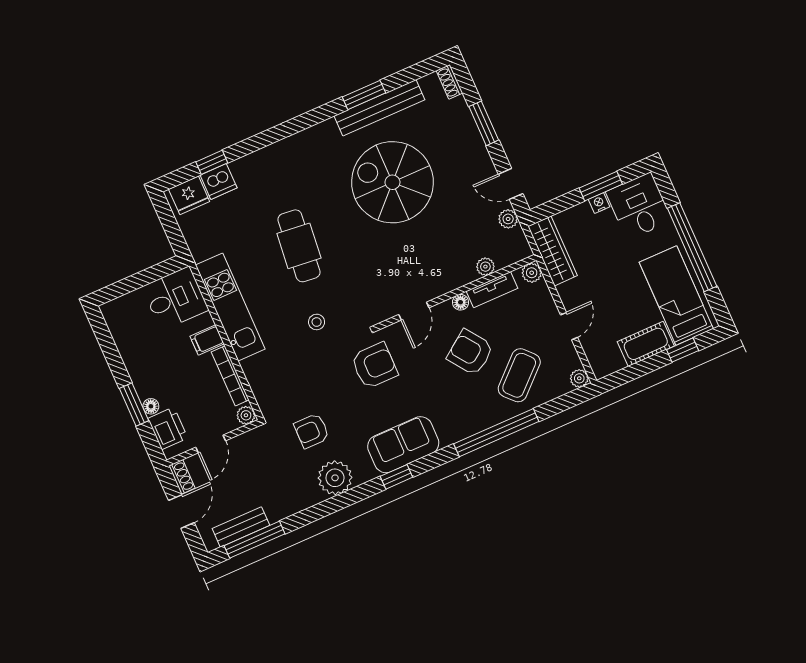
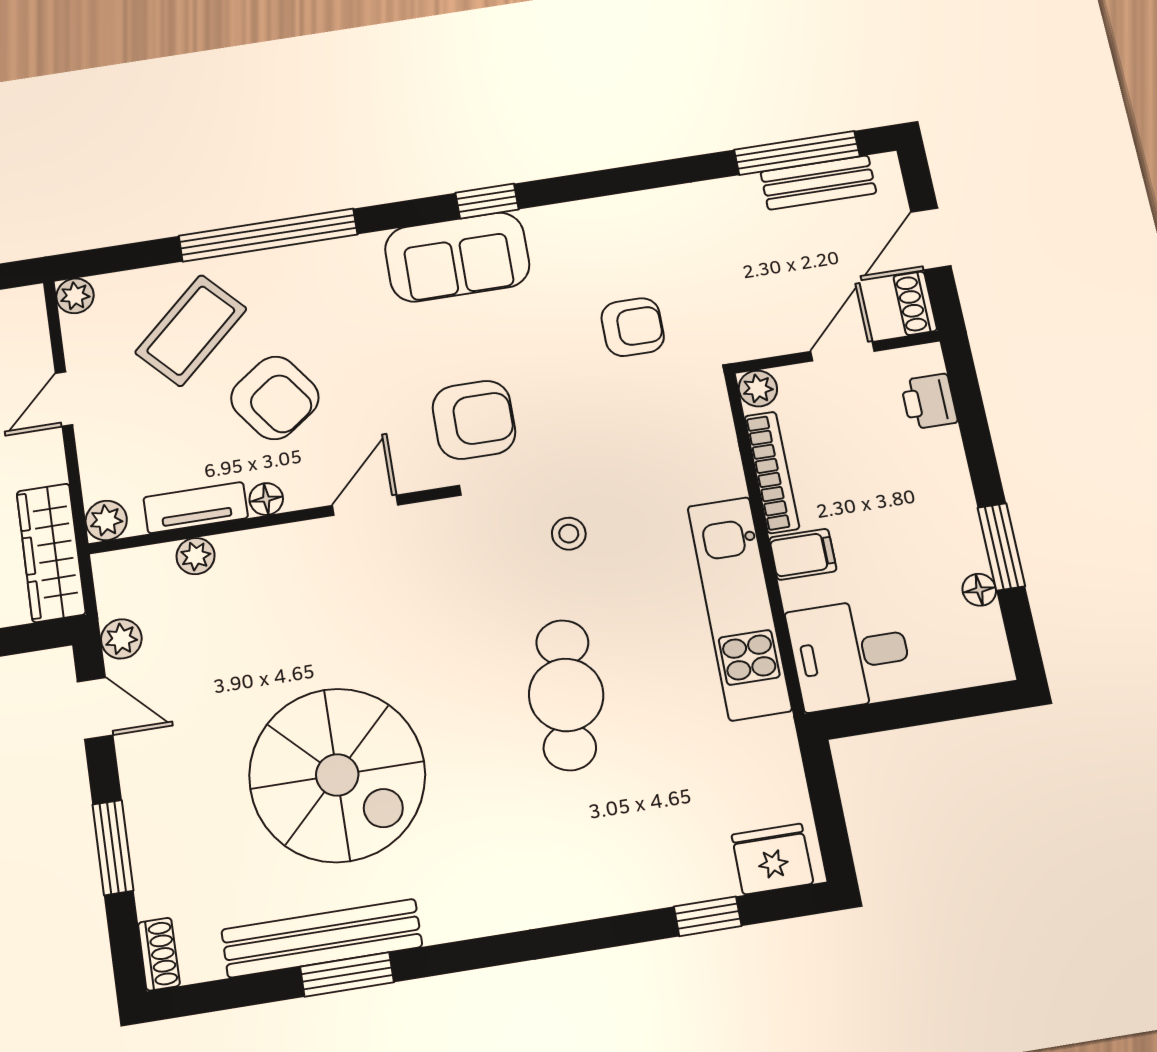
dishwasher: (219, 182) -> (703, 872), removed
armchair: (374, 366) -> (474, 420), turned 180
window: (134, 404) -> (1001, 547), moved
floor lamp: (151, 406) -> (979, 590), moved
printer: (168, 428) -> (929, 401), width x0.73, depth x0.81
plant: (335, 478) -> (609, 228), removed

